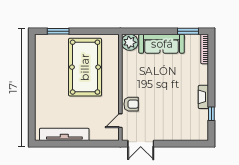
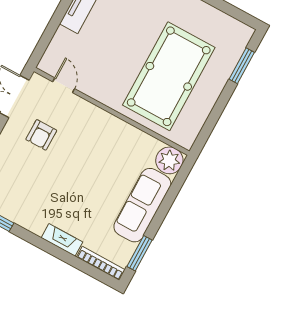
pool table: (85, 67) -> (169, 76), turned 90
fireplace: (203, 97) -> (62, 240), moved
armchair: (131, 104) -> (41, 135), moved

